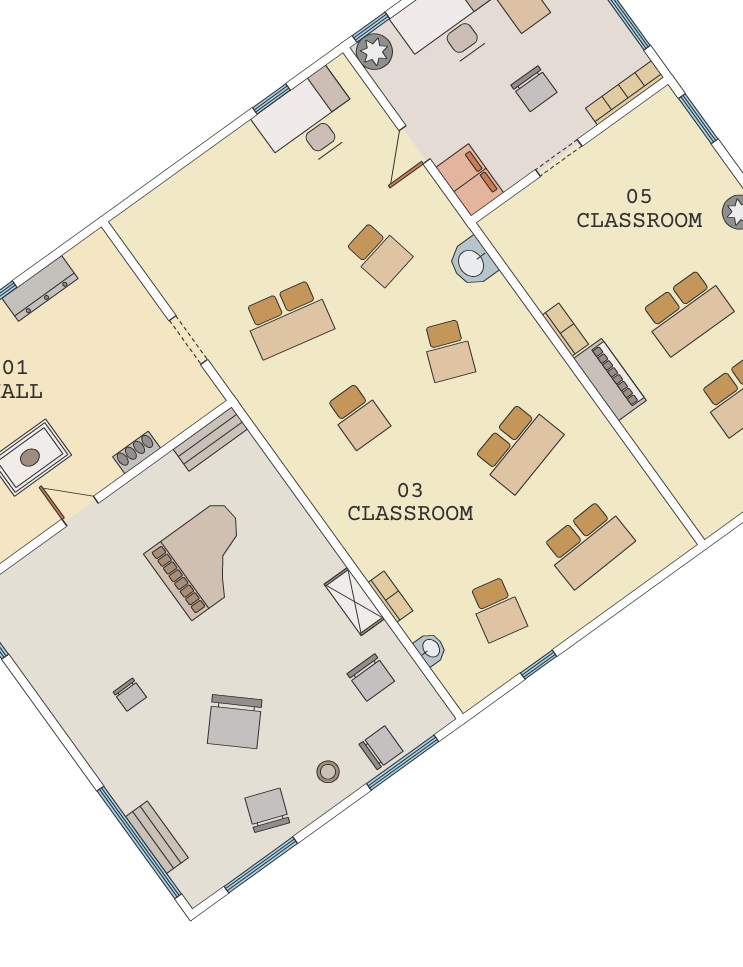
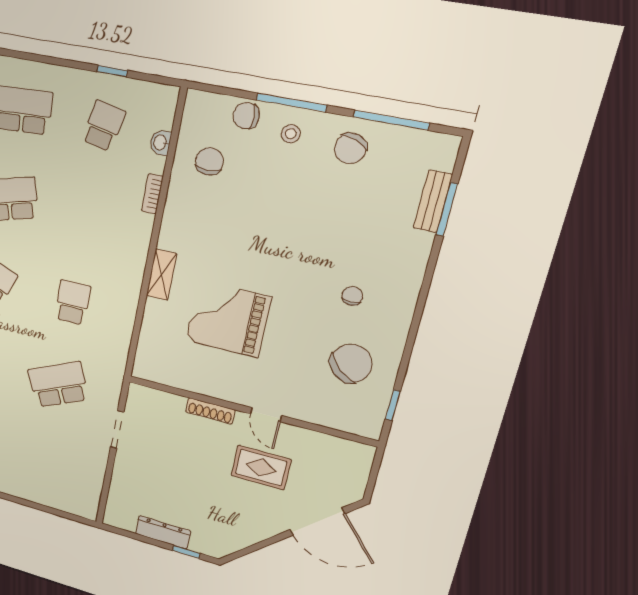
school desk: (288, 319) -> (58, 384), turned -36
bench: (210, 439) -> (158, 373), removed
shoe rack: (137, 453) -> (210, 411), width x1.43
shelving: (354, 602) -> (162, 275), moved
chair: (235, 722) -> (351, 363), moved
window: (403, 763) -> (291, 103), moved
window: (139, 842) -> (447, 209), width x0.47

